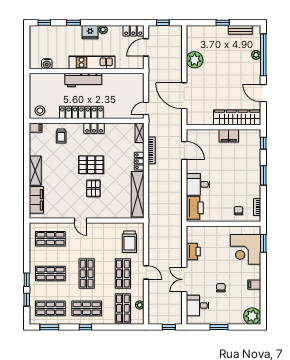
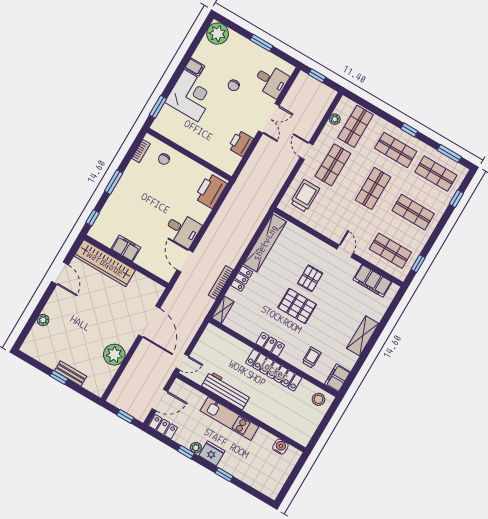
window: (44, 23) -> (186, 452), moved
bench: (240, 30) -> (71, 373), moved
window: (263, 55) -> (35, 315), removed
workbench: (83, 80) -> (226, 390), moved
door: (146, 109) -> (182, 362), moved
filing cabinet: (36, 128) -> (337, 378), width x2.00
desk: (198, 184) -> (183, 230), moved
filing cabinet: (36, 200) -> (372, 281), moved, turned -90
corner desk: (245, 249) -> (191, 96), moved
window: (27, 280) -> (418, 264), moved

